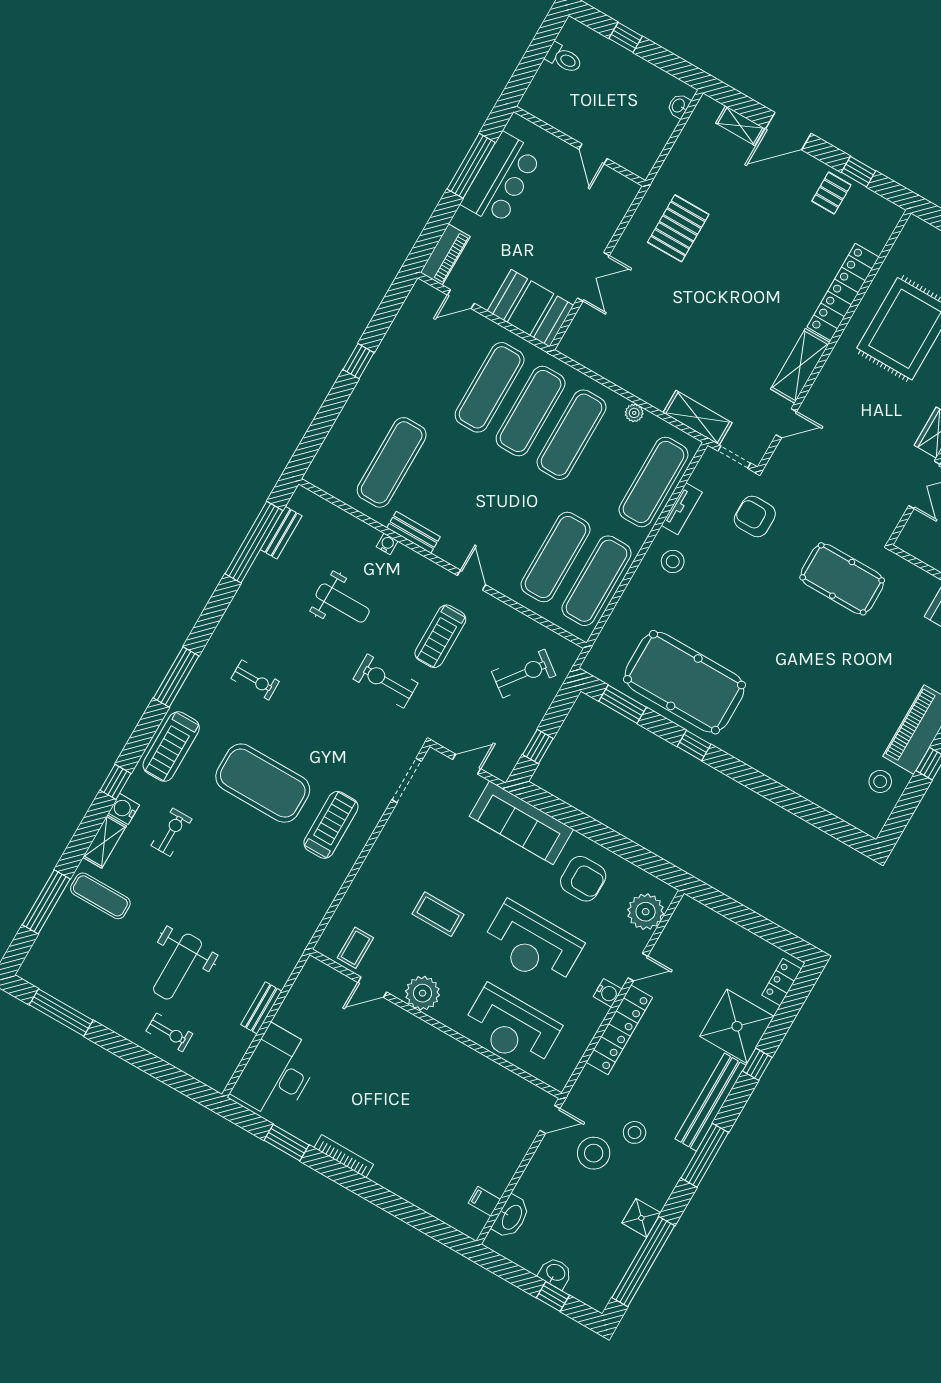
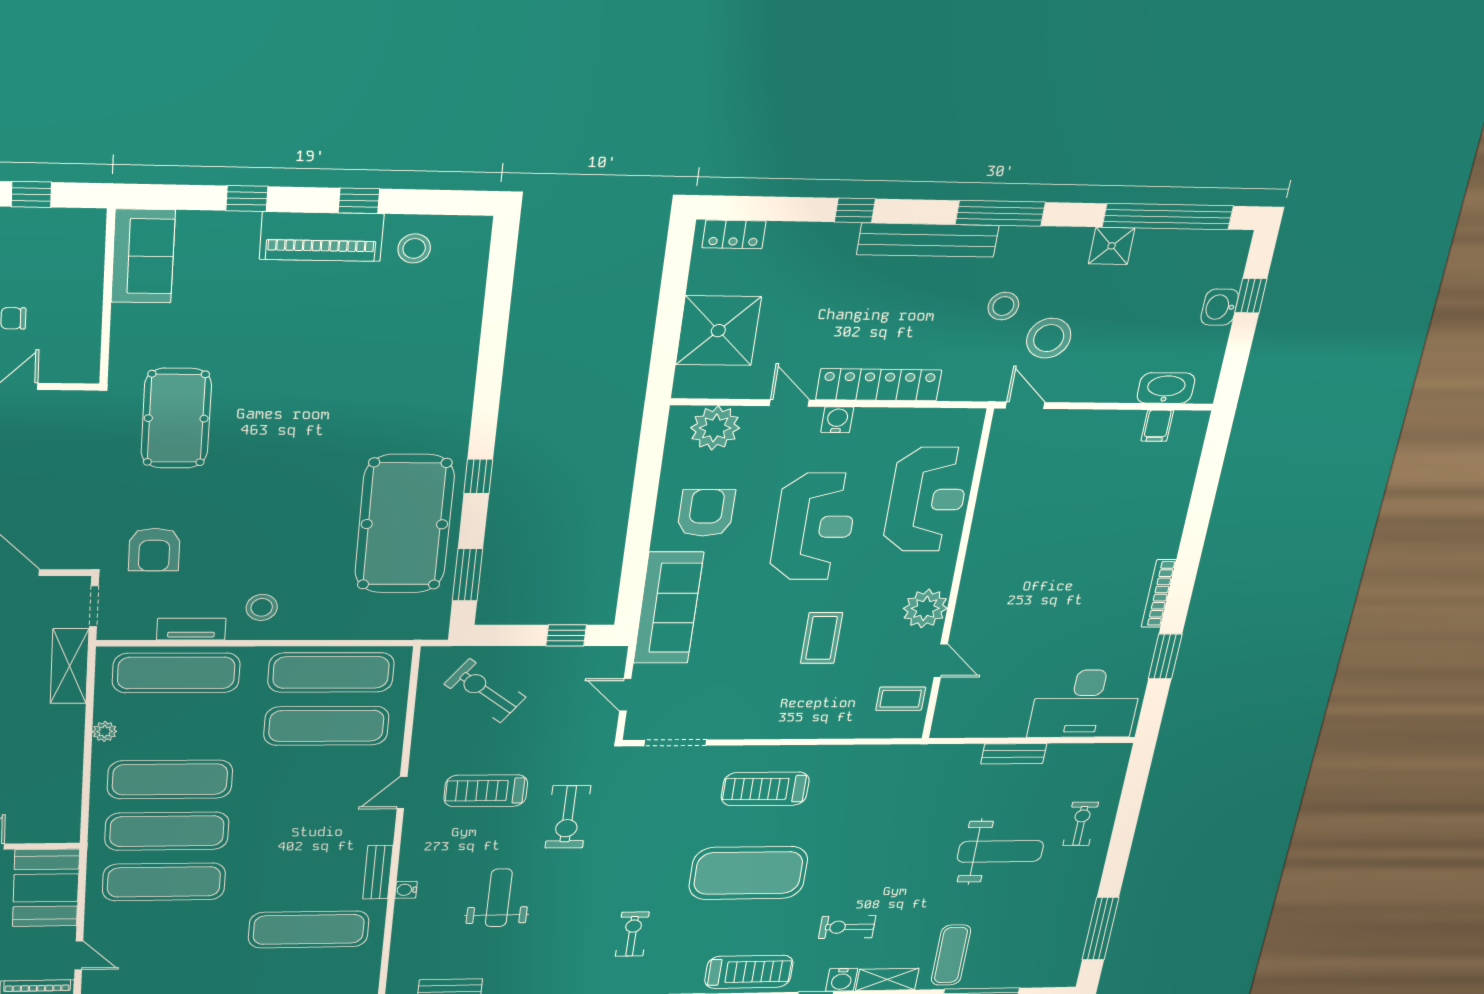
treadmill: (440, 636) -> (486, 791), turned 180
exercise mat: (263, 783) -> (748, 873), turned 90
shower: (737, 1026) -> (718, 331), moved

